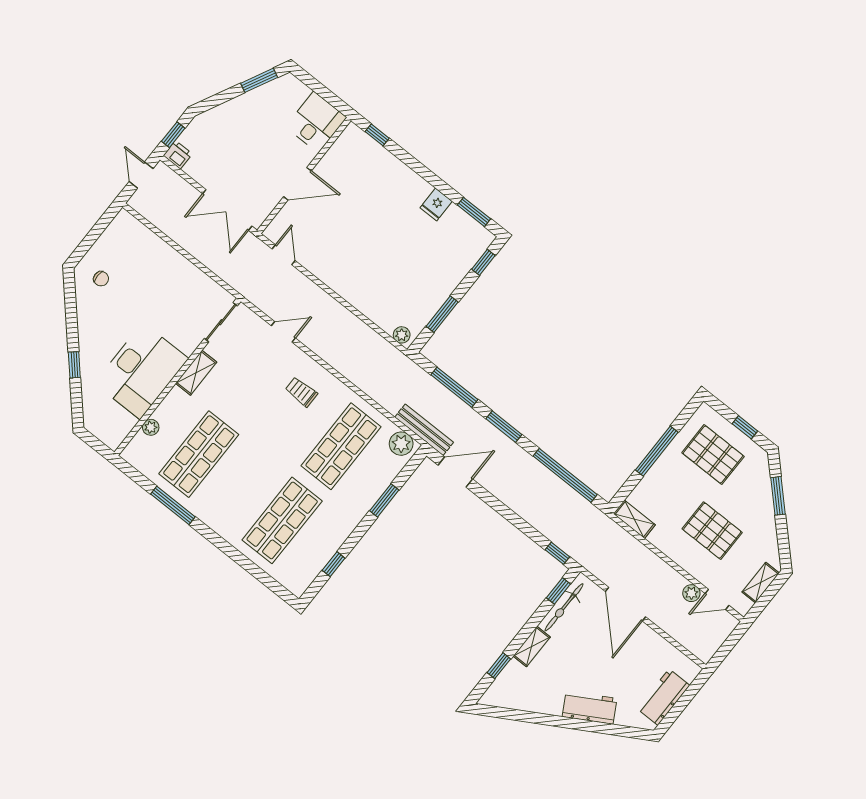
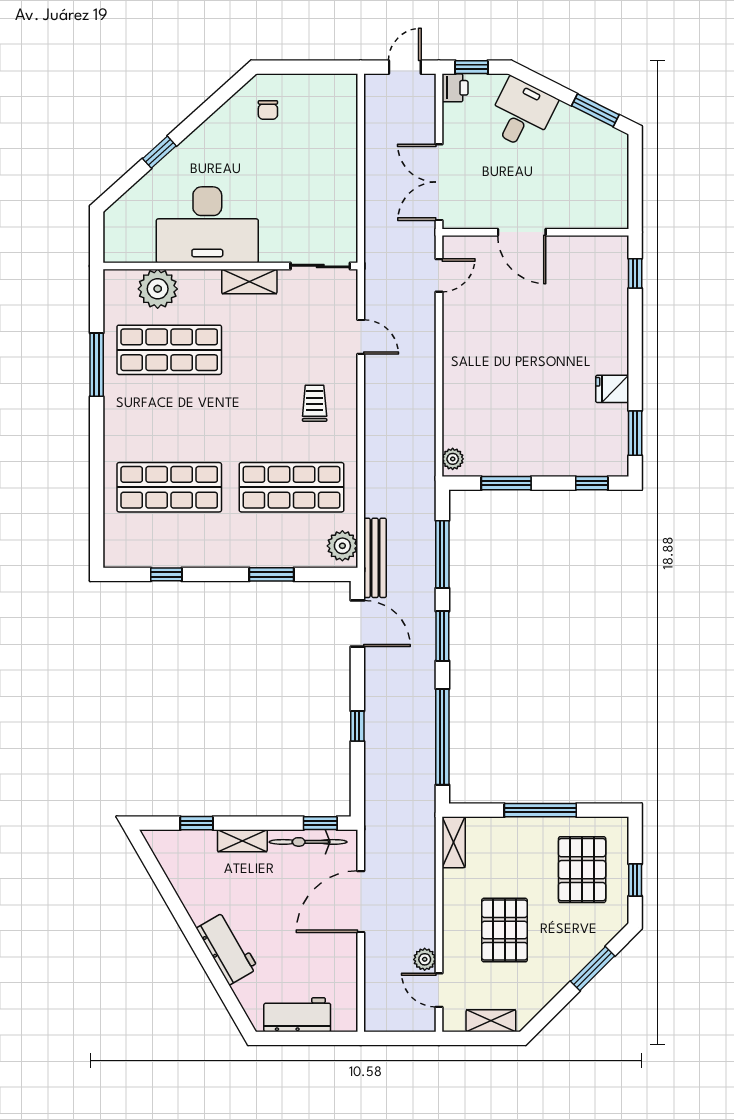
desk: (316, 122) -> (522, 114), moved, turned -63
plant: (151, 427) -> (158, 289), width x1.87, depth x1.87
window: (557, 553) -> (357, 726), moved

